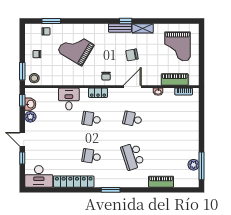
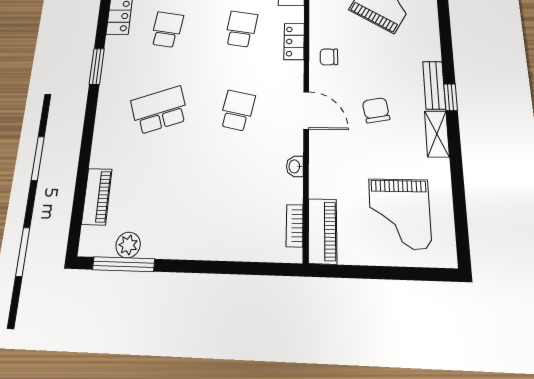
grand piano: (178, 46) -> (400, 214), turned -90
piano: (175, 80) -> (322, 231), moved
piano: (161, 182) -> (97, 197), moved

